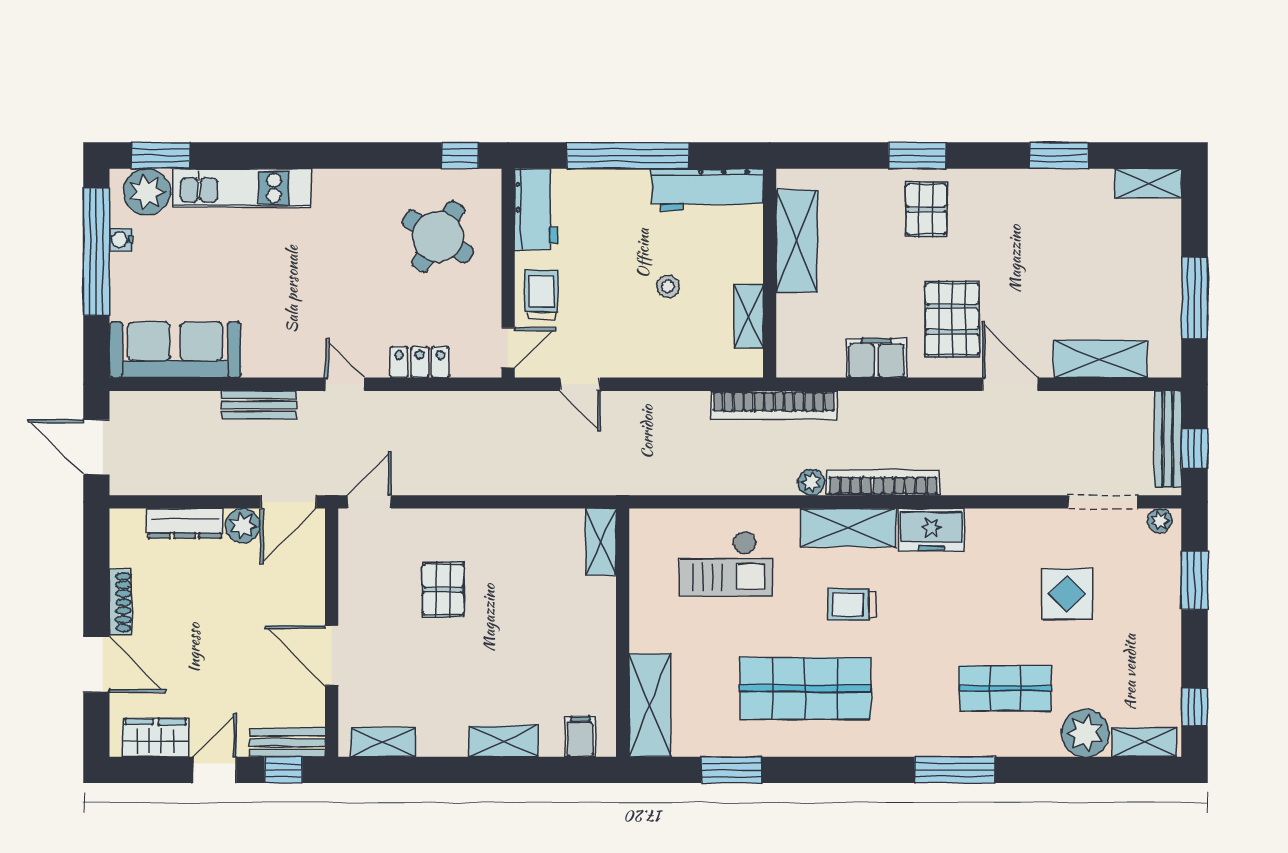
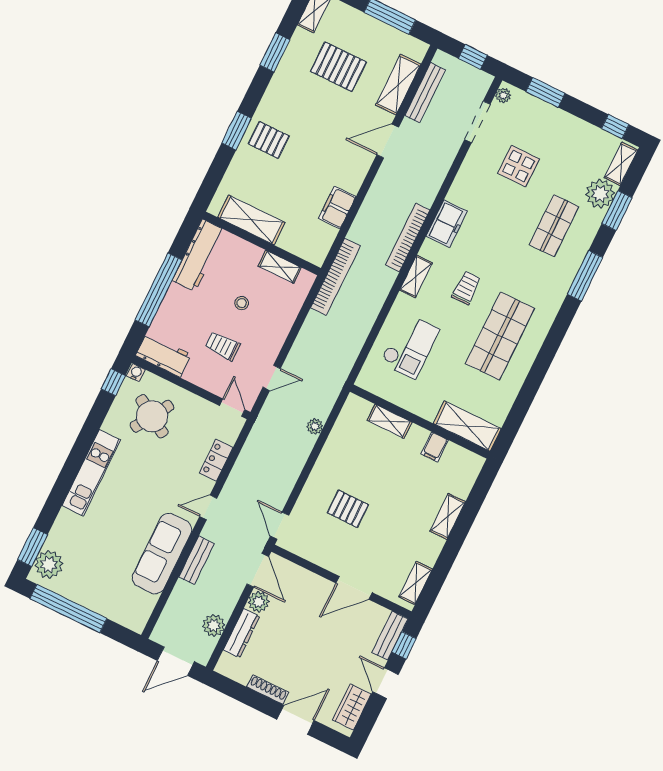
kitchen unit: (242, 188) -> (91, 473), moved
water cooler: (121, 240) -> (136, 373), moved, turned 180
trolley: (541, 295) -> (223, 346), moved
pallet: (952, 319) -> (338, 67), moved
sofa: (175, 350) -> (162, 554), moved
bench: (1168, 439) -> (425, 93), moved, turned 90
plant: (176, 477) -> (214, 625), added
plant: (811, 482) -> (315, 426), moved
shelving: (848, 528) -> (416, 276), width x0.67, depth x0.75
shelving: (601, 542) -> (390, 421), moved
trolley: (851, 605) -> (466, 288), turned 180
filing cabinet: (580, 737) -> (435, 447), moved, turned -90
window: (731, 770) -> (617, 211), moved

